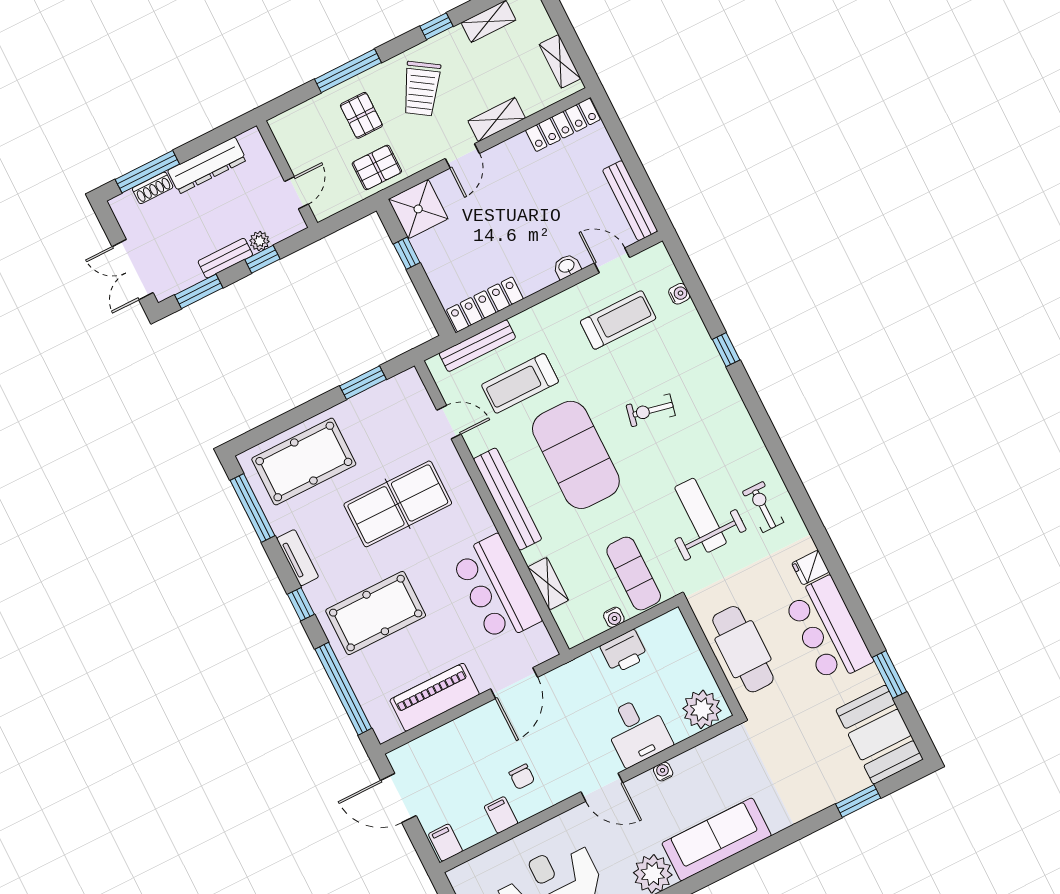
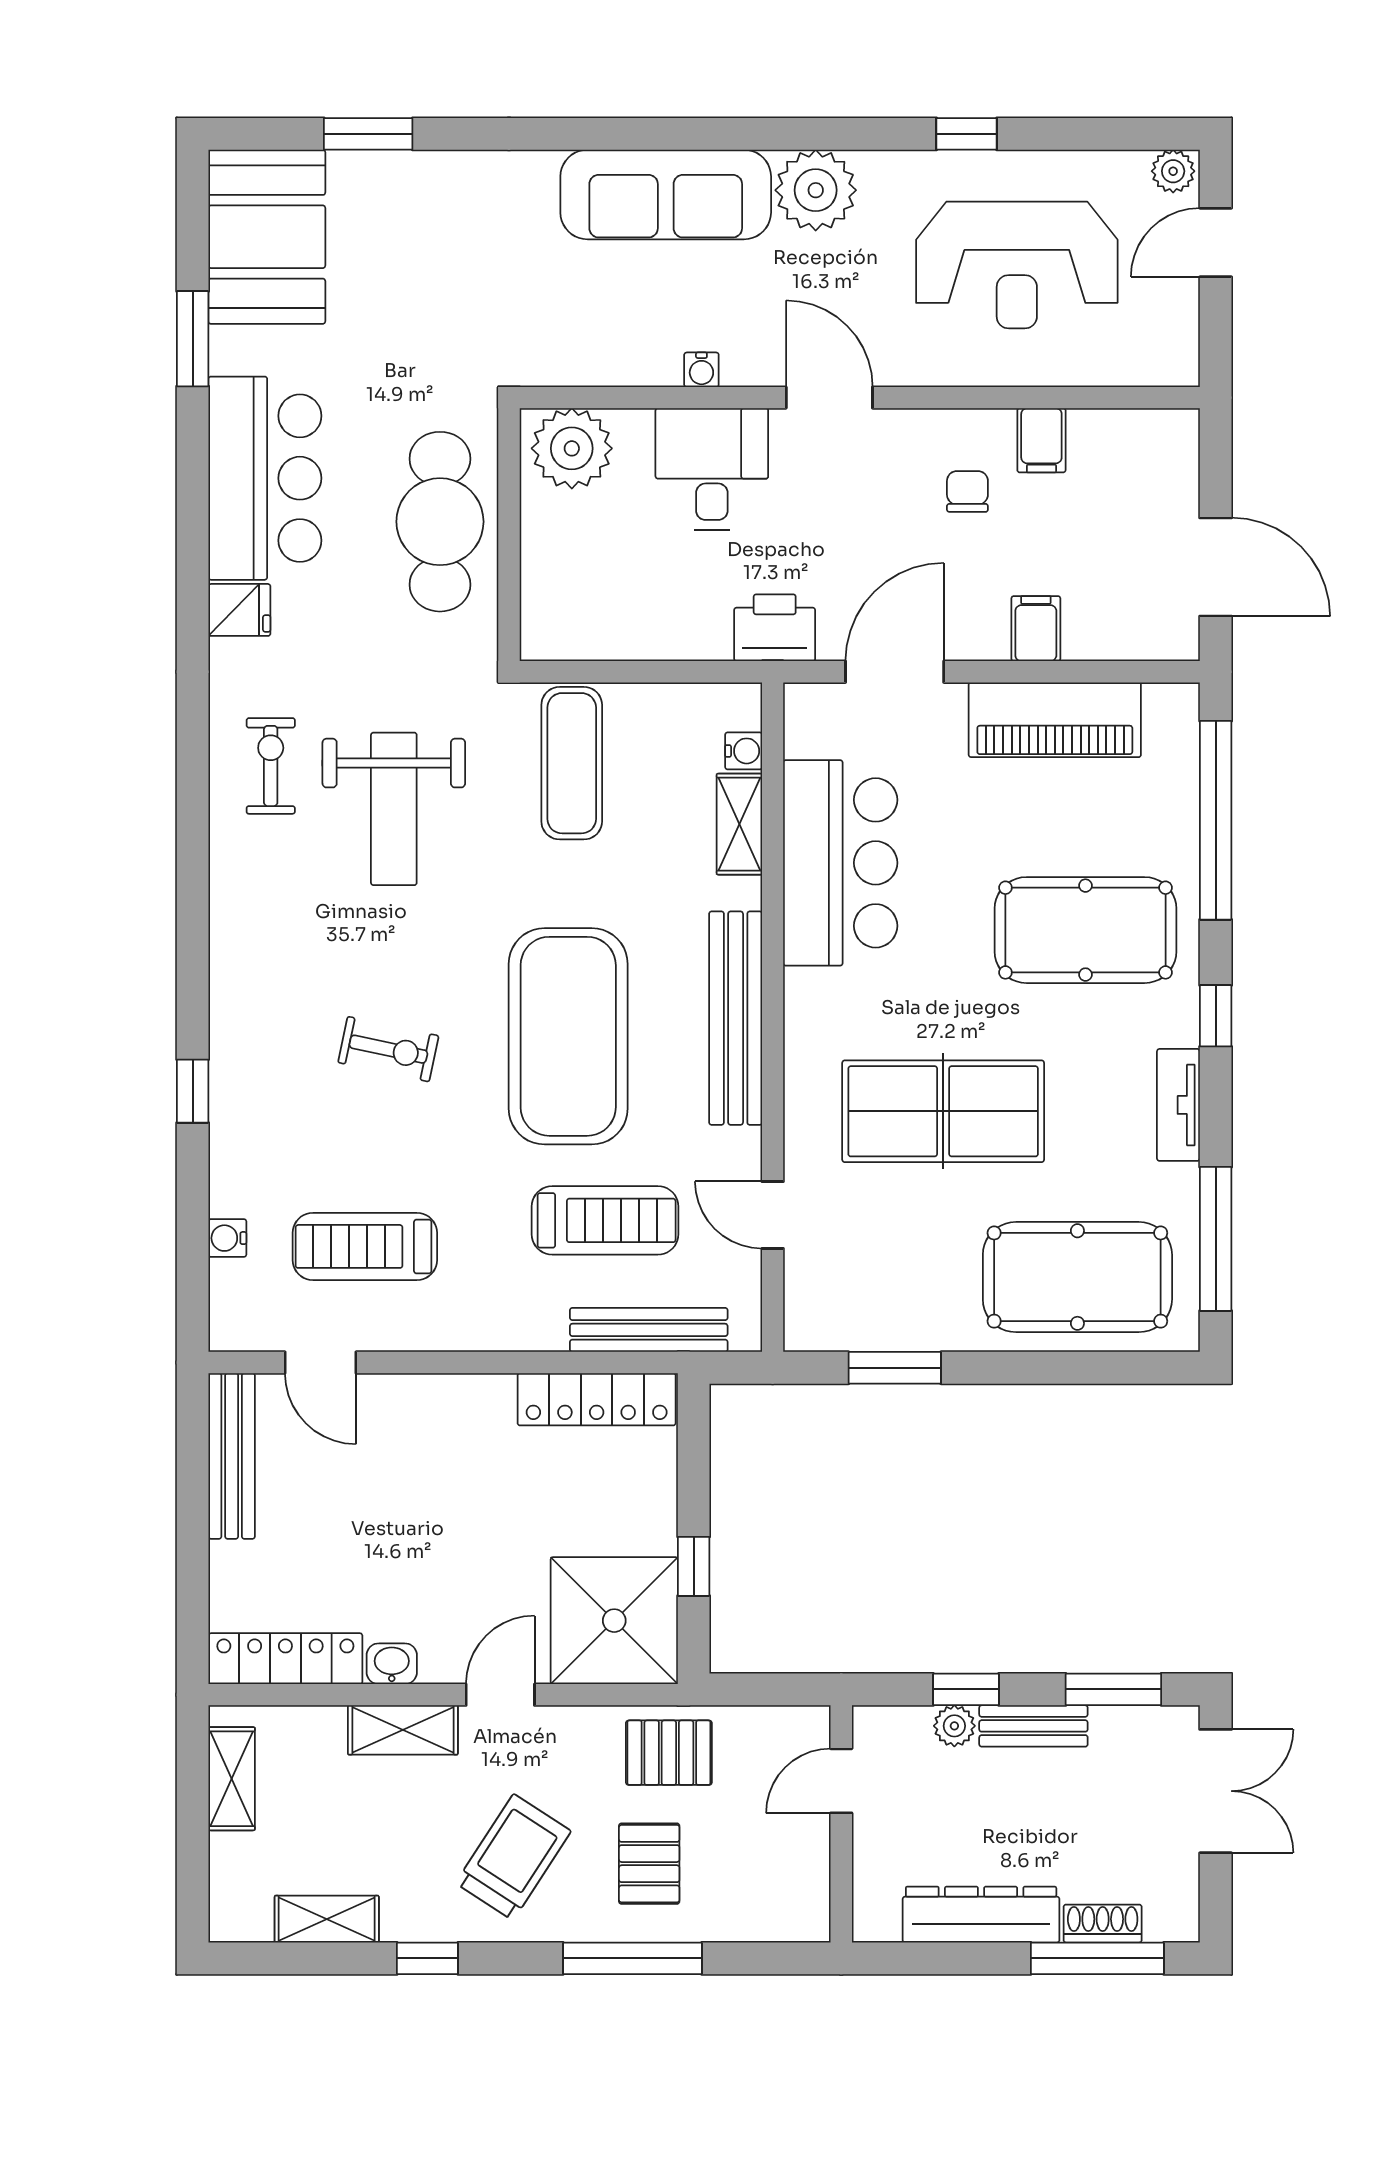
shower: (418, 209) -> (614, 1621), width x1.37, depth x1.37
washbasin: (567, 266) -> (392, 1664), moved, turned 180
exercise bike: (763, 507) -> (271, 766), turned 180
water cooler: (614, 617) -> (744, 751), moved, turned 90
printer: (624, 652) -> (775, 628), moved
filing cabinet: (445, 843) -> (1036, 629), moved, turned 180

